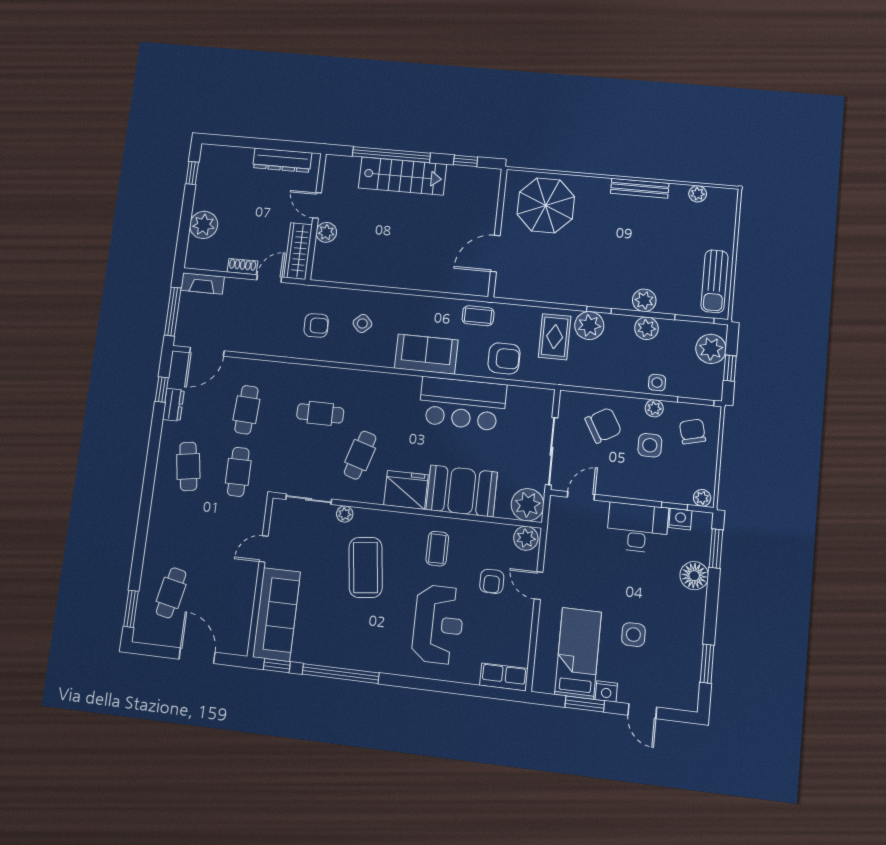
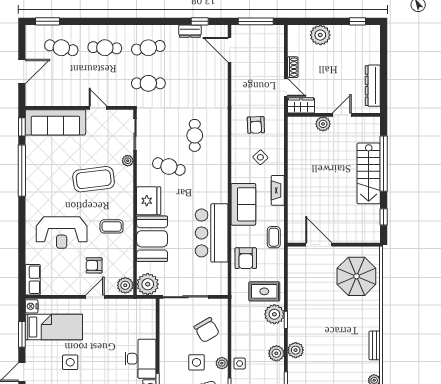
bench: (640, 188) -> (375, 345), width x0.73
wardrobe: (298, 251) -> (301, 105), width x0.67
fireplace: (202, 284) -> (278, 190), moved
cafe table: (246, 410) -> (105, 48), moved
door: (581, 496) -> (158, 319), removed
nightstand: (606, 691) -> (32, 306), moved

